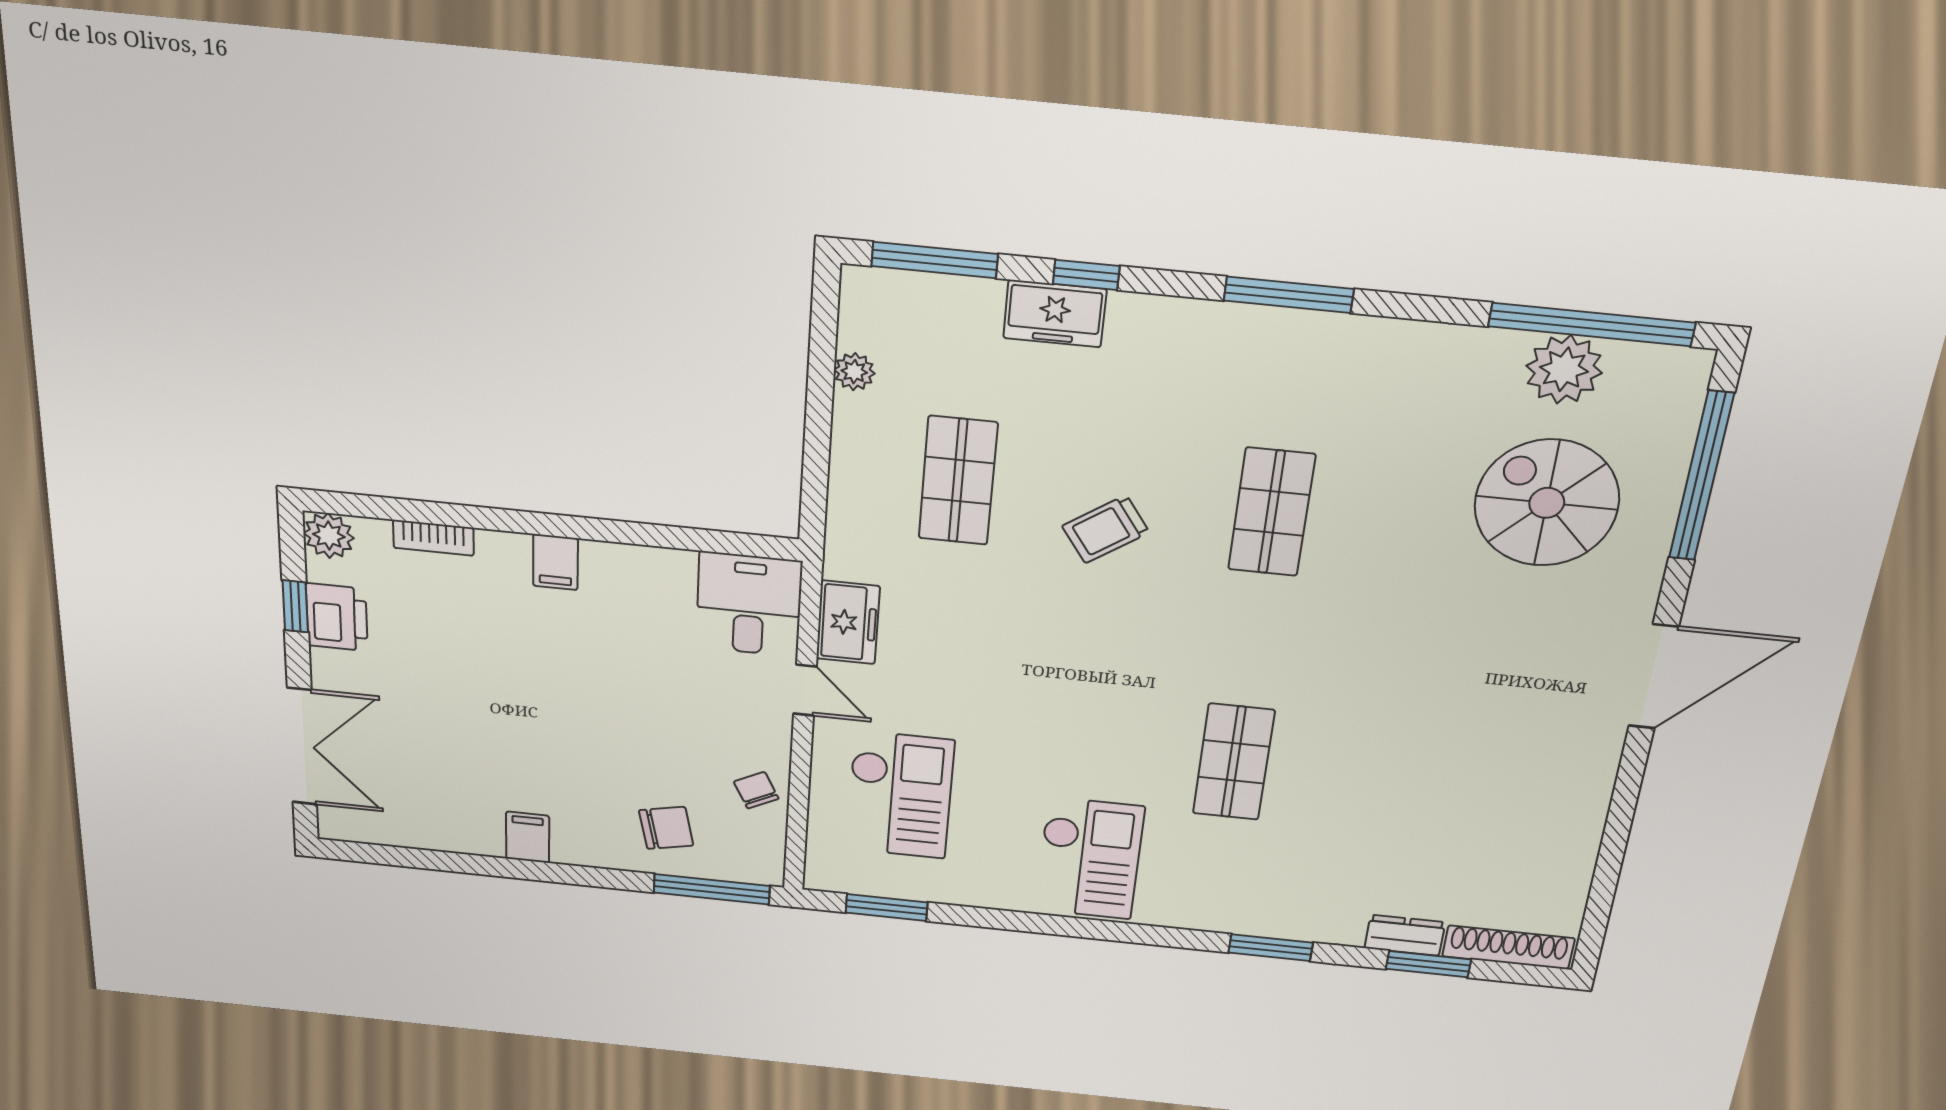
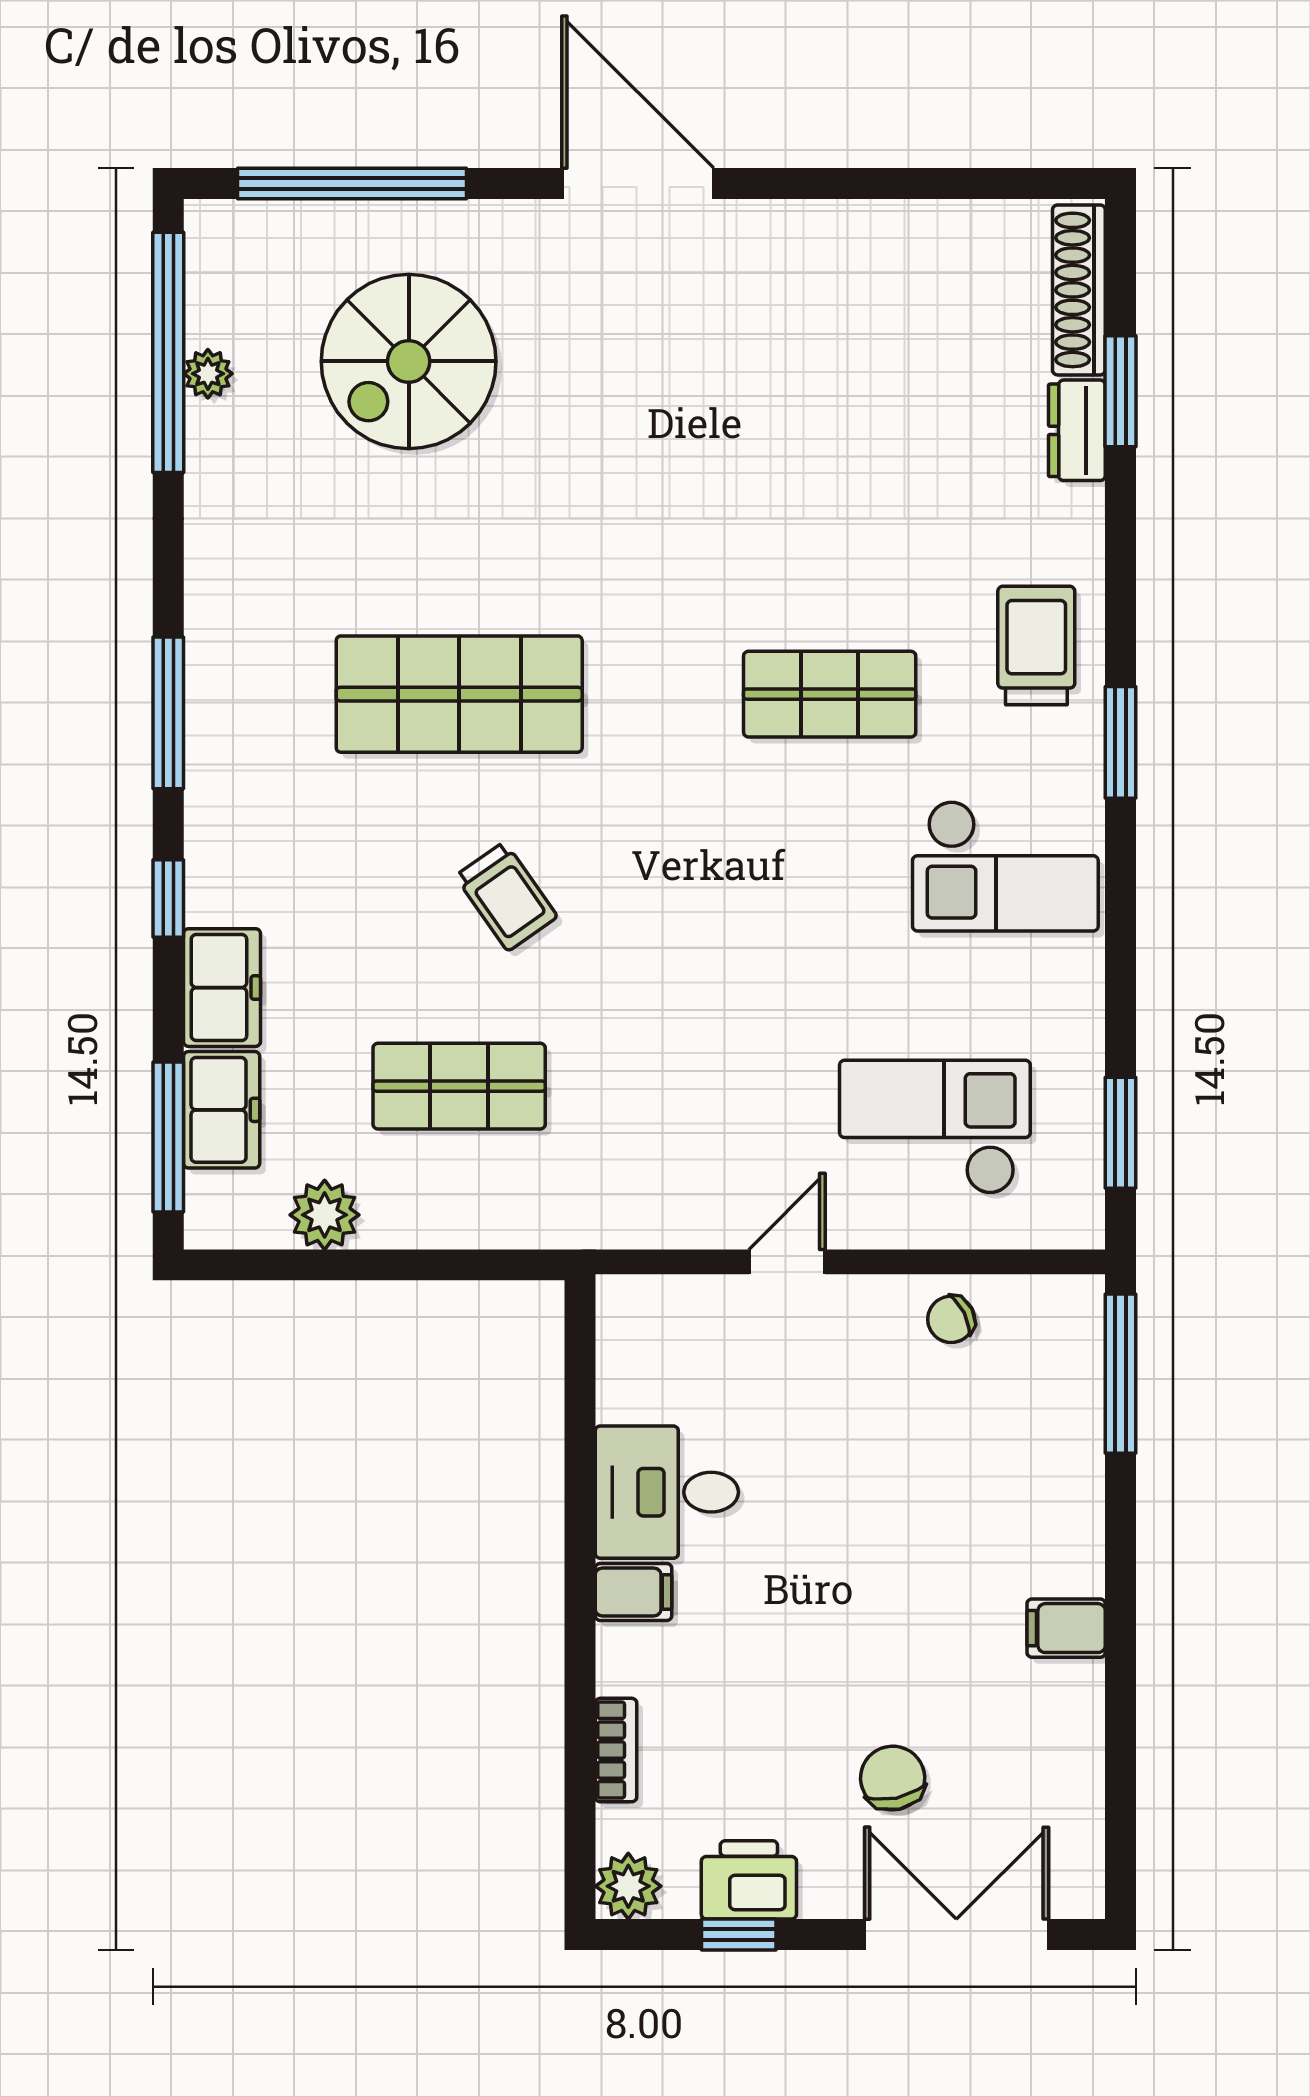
window: (1086, 275) -> (168, 898), moved
plant: (1564, 369) -> (208, 374), width x0.53, depth x0.53
plant: (854, 372) -> (325, 1215), width x1.38, depth x1.38
shop shelf: (1272, 512) -> (459, 694), width x1.43, depth x1.36
desk: (749, 604) -> (667, 1492), moved
freezer: (848, 622) -> (222, 1110), moved, turned 90
chair: (666, 828) -> (893, 1778), moved
checkout: (1089, 858) -> (1005, 866), turned 180
trolley: (1250, 894) -> (1036, 646), added
window: (1271, 948) -> (1121, 742), moved

